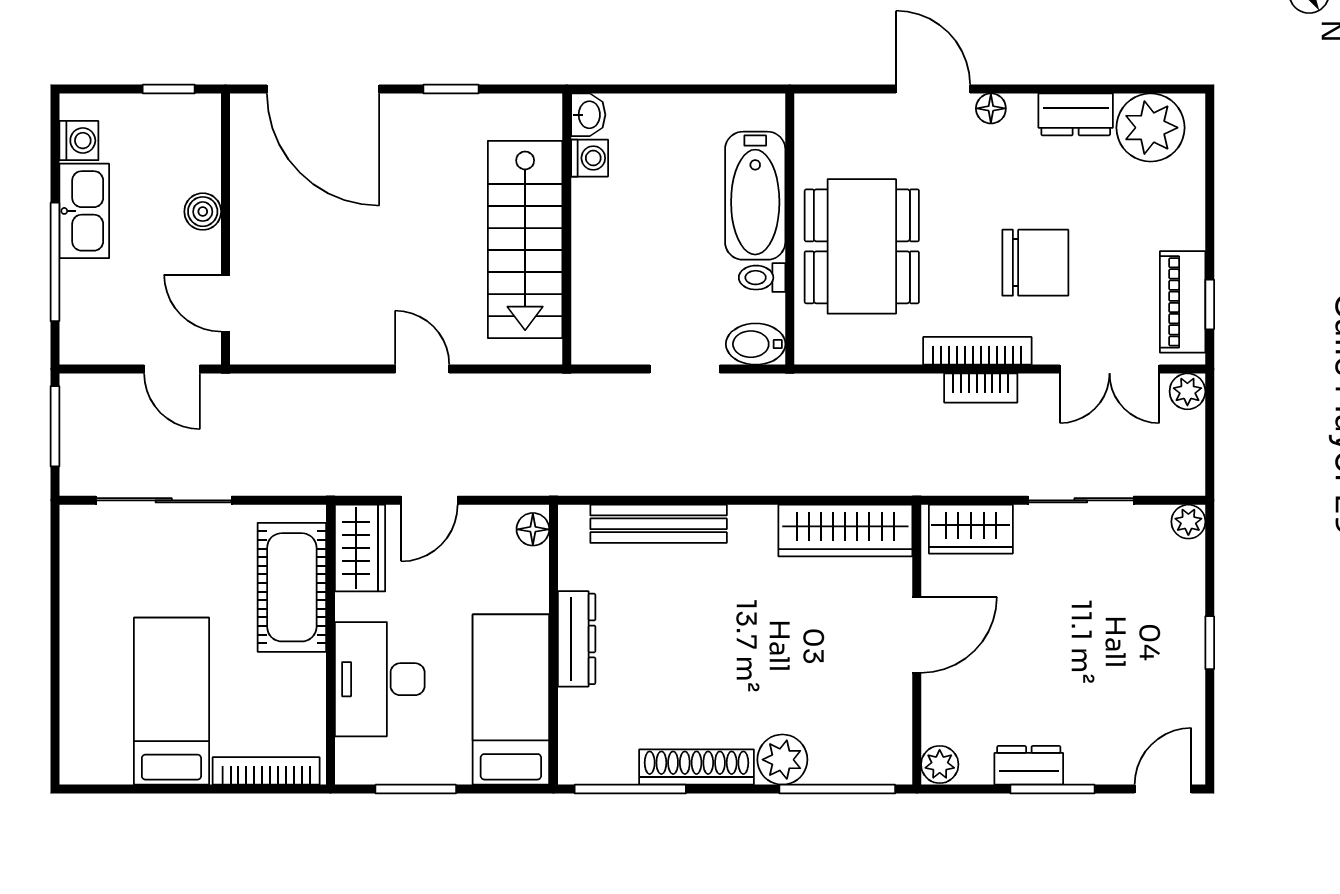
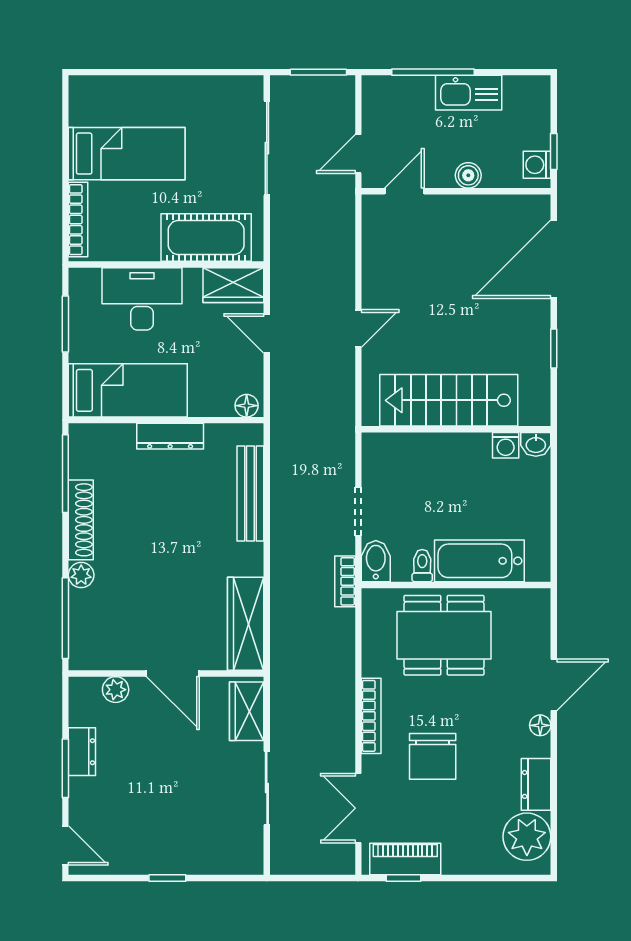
washing machine: (79, 141) -> (537, 165), moved, turned 90
bookcase: (981, 388) -> (345, 581), moved
plant: (1187, 391) -> (343, 862), removed
plant: (1188, 522) -> (252, 863), removed
plant: (782, 760) -> (81, 575), width x0.73, depth x0.73
plant: (940, 764) -> (116, 690), moved

